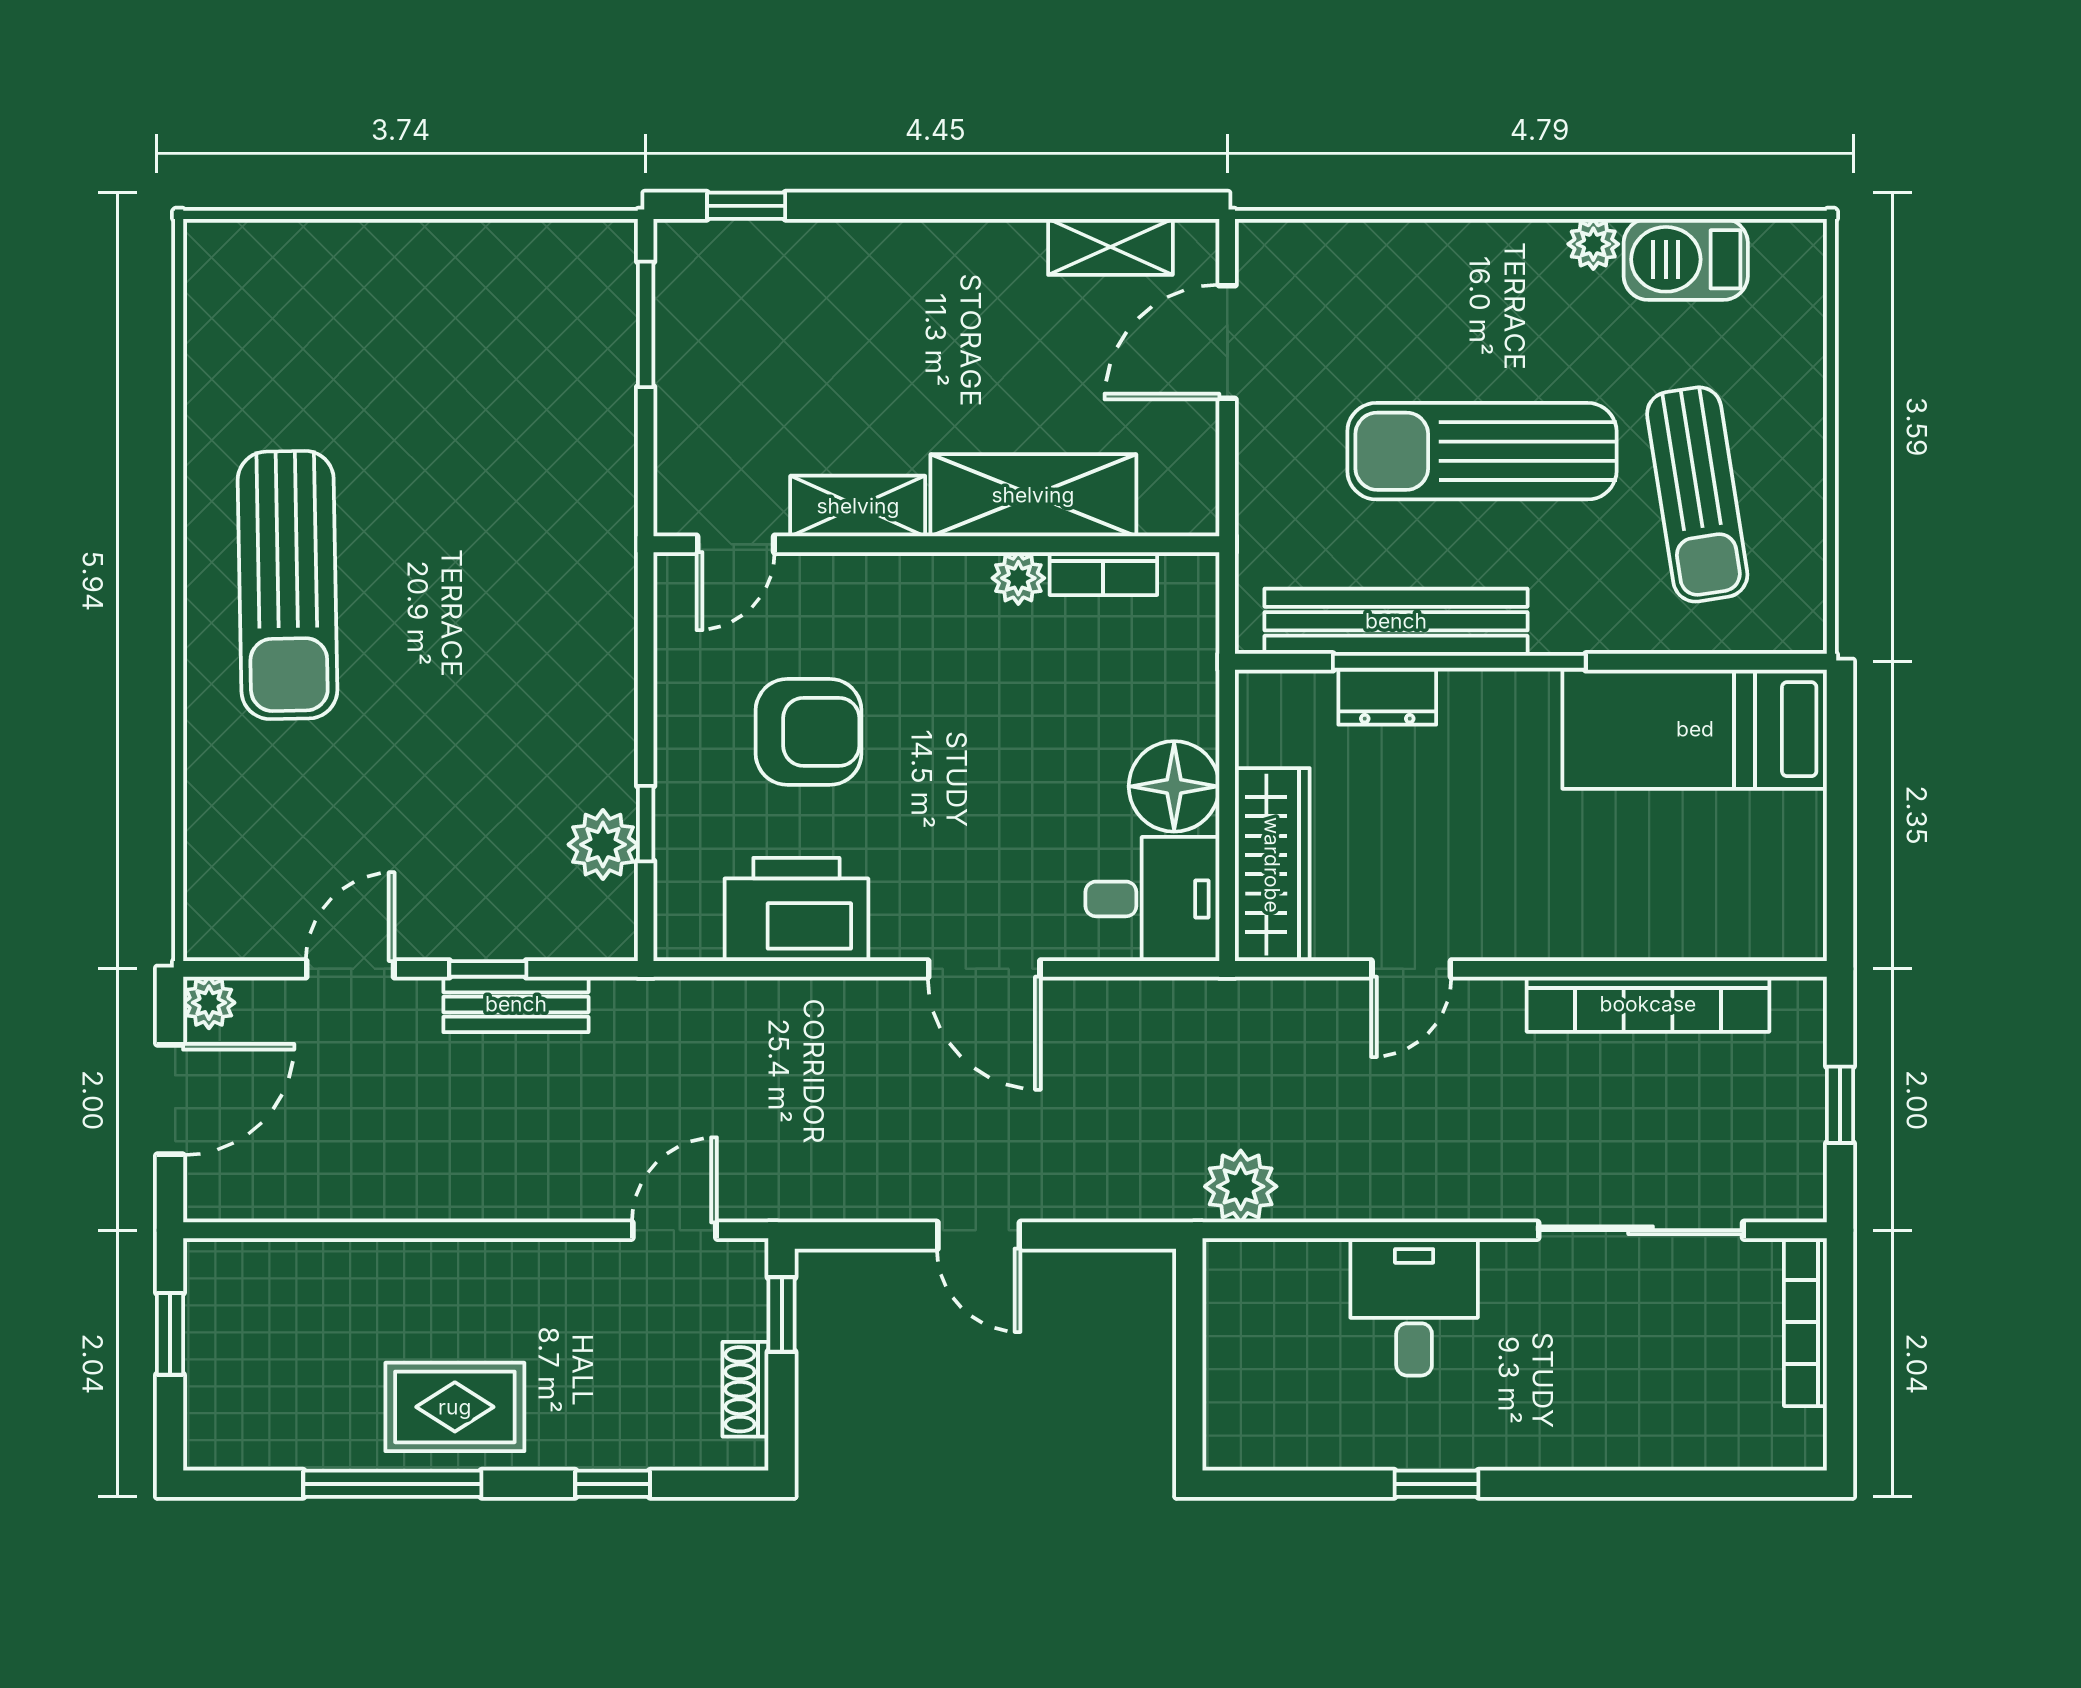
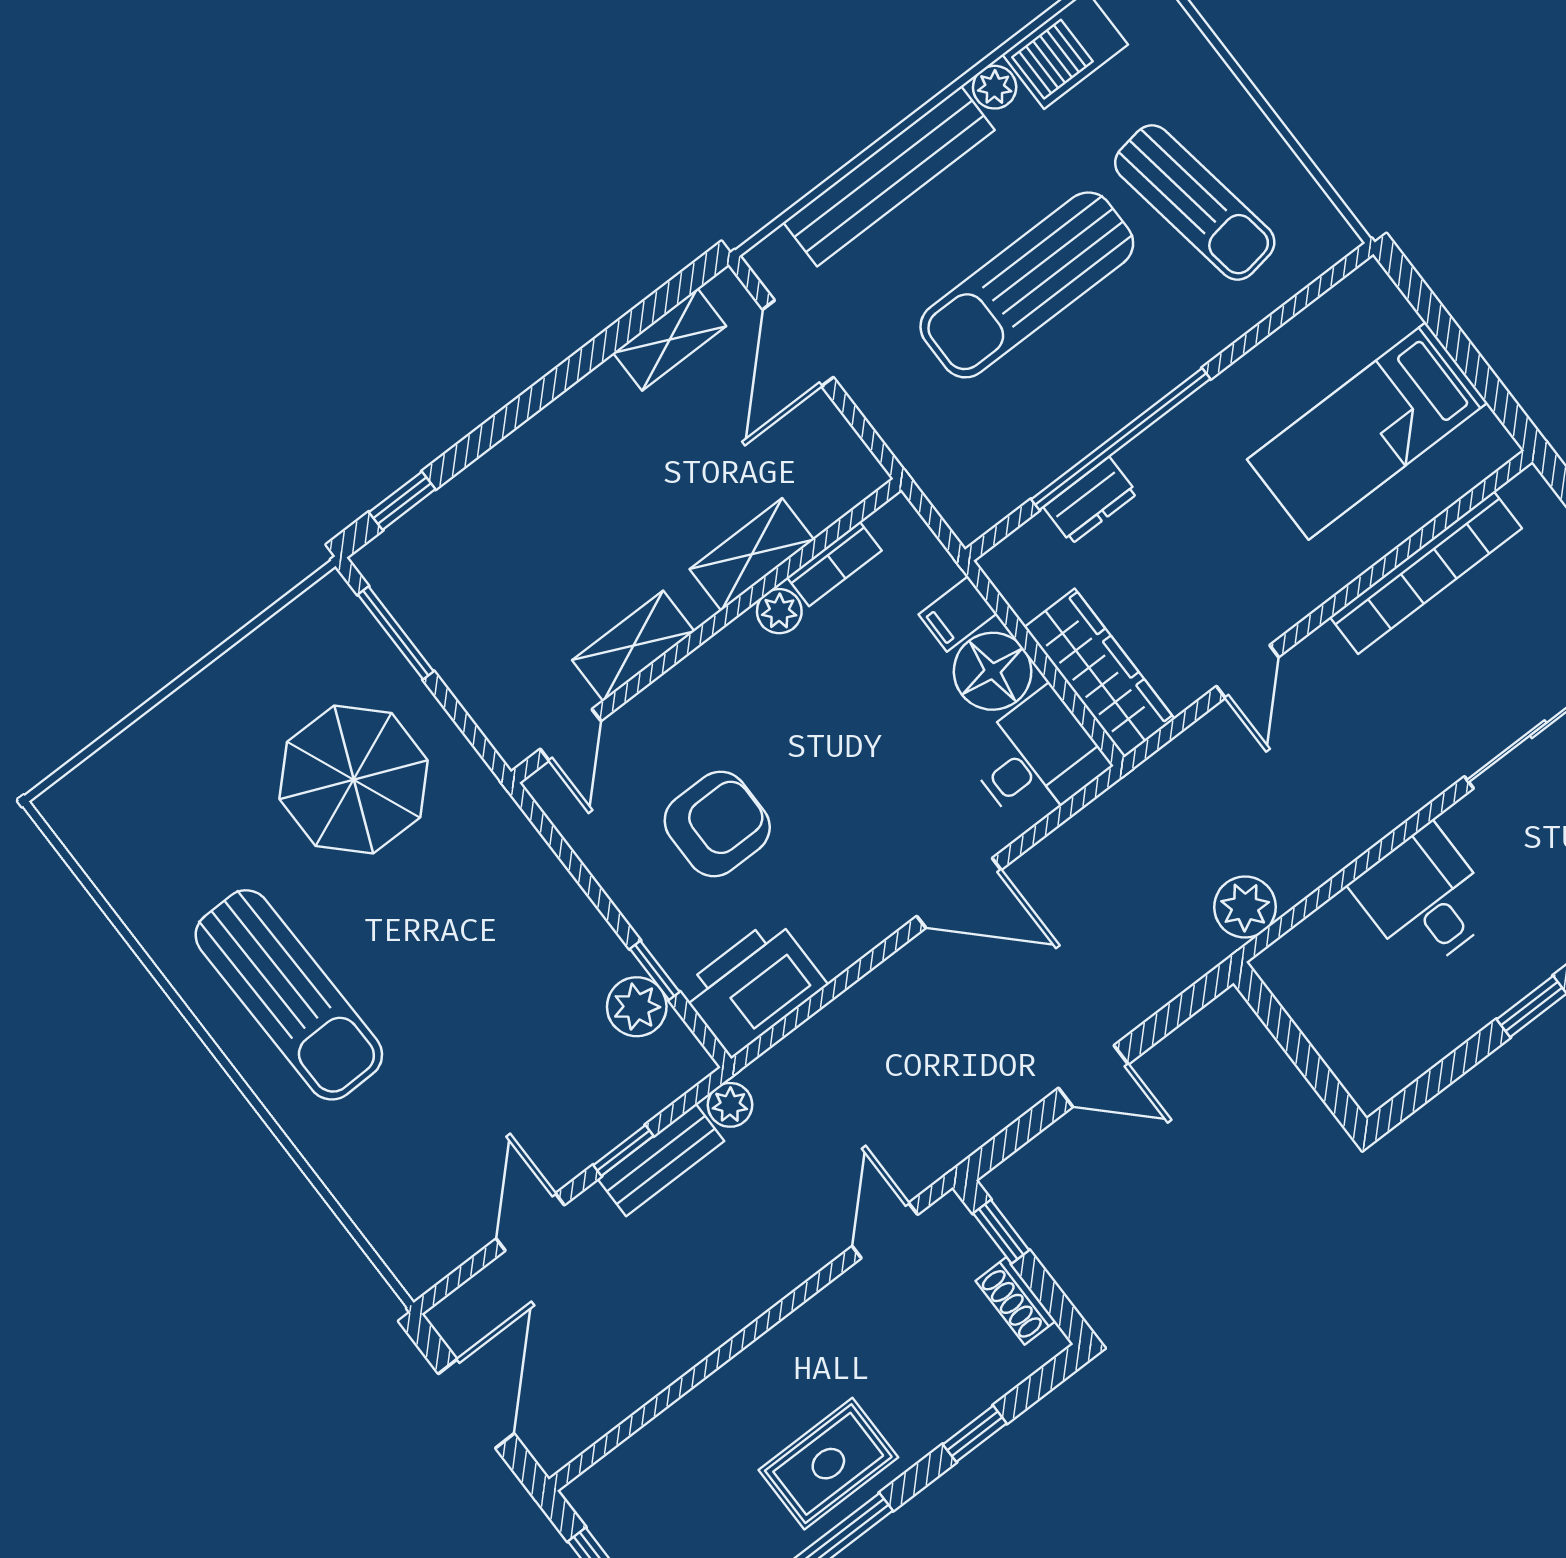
parasol: (502, 431) -> (354, 780), added
shelving: (1033, 495) -> (752, 554), width x0.67, depth x0.75
bench: (1396, 621) -> (889, 176), moved
filing cabinet: (1182, 708) -> (958, 614), added
bed: (1695, 729) -> (1367, 431), moved
printer: (796, 909) -> (753, 987), moved
plant: (209, 1003) -> (730, 1105), moved

